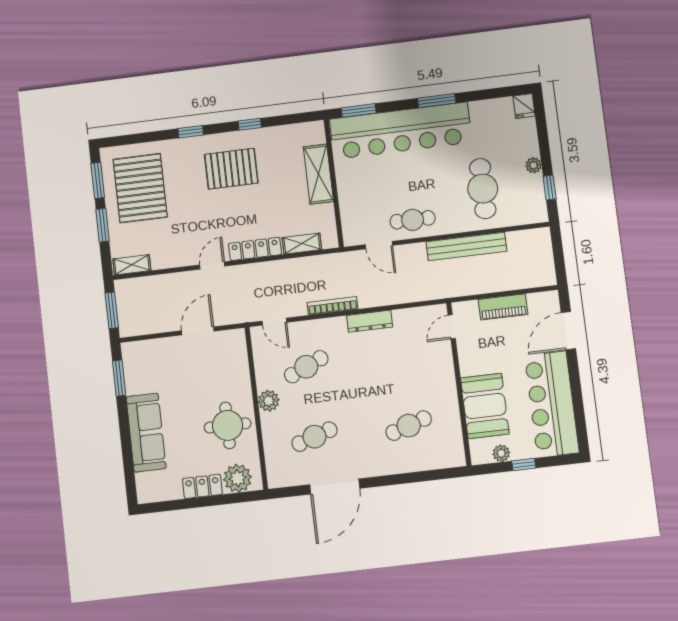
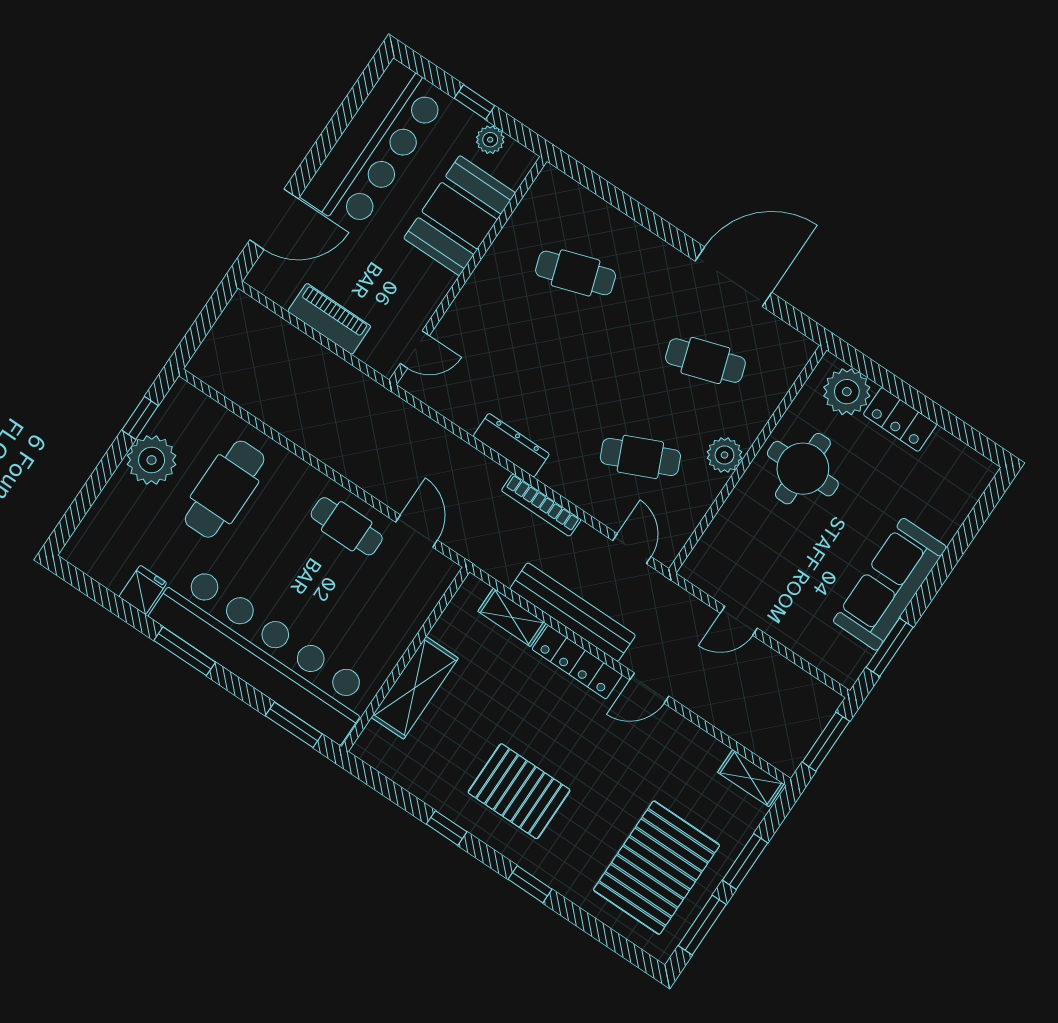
fridge: (524, 106) -> (143, 590), moved
plant: (534, 165) -> (152, 460), width x1.88, depth x1.88
bench: (466, 247) -> (573, 612), moved
door: (198, 331) -> (739, 621), width x0.73
sofa: (146, 433) -> (890, 584), moved

